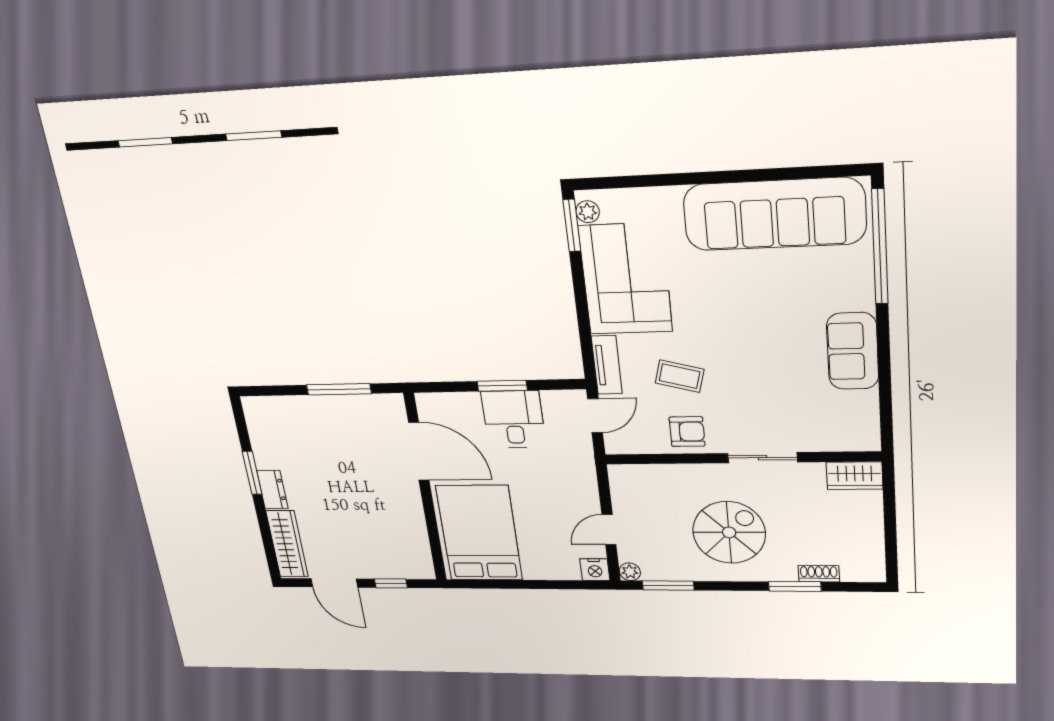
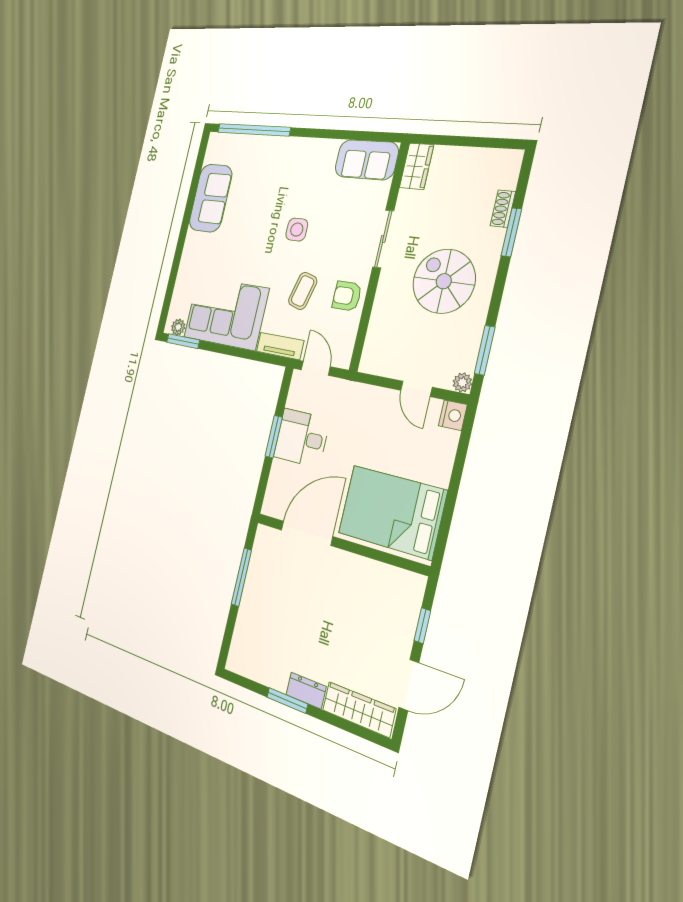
sofa: (774, 214) -> (211, 198), width x0.54, depth x0.79
side table: (754, 348) -> (297, 230), added
sofa: (853, 351) -> (366, 160), moved
armchair: (687, 432) -> (347, 296), turned -90

